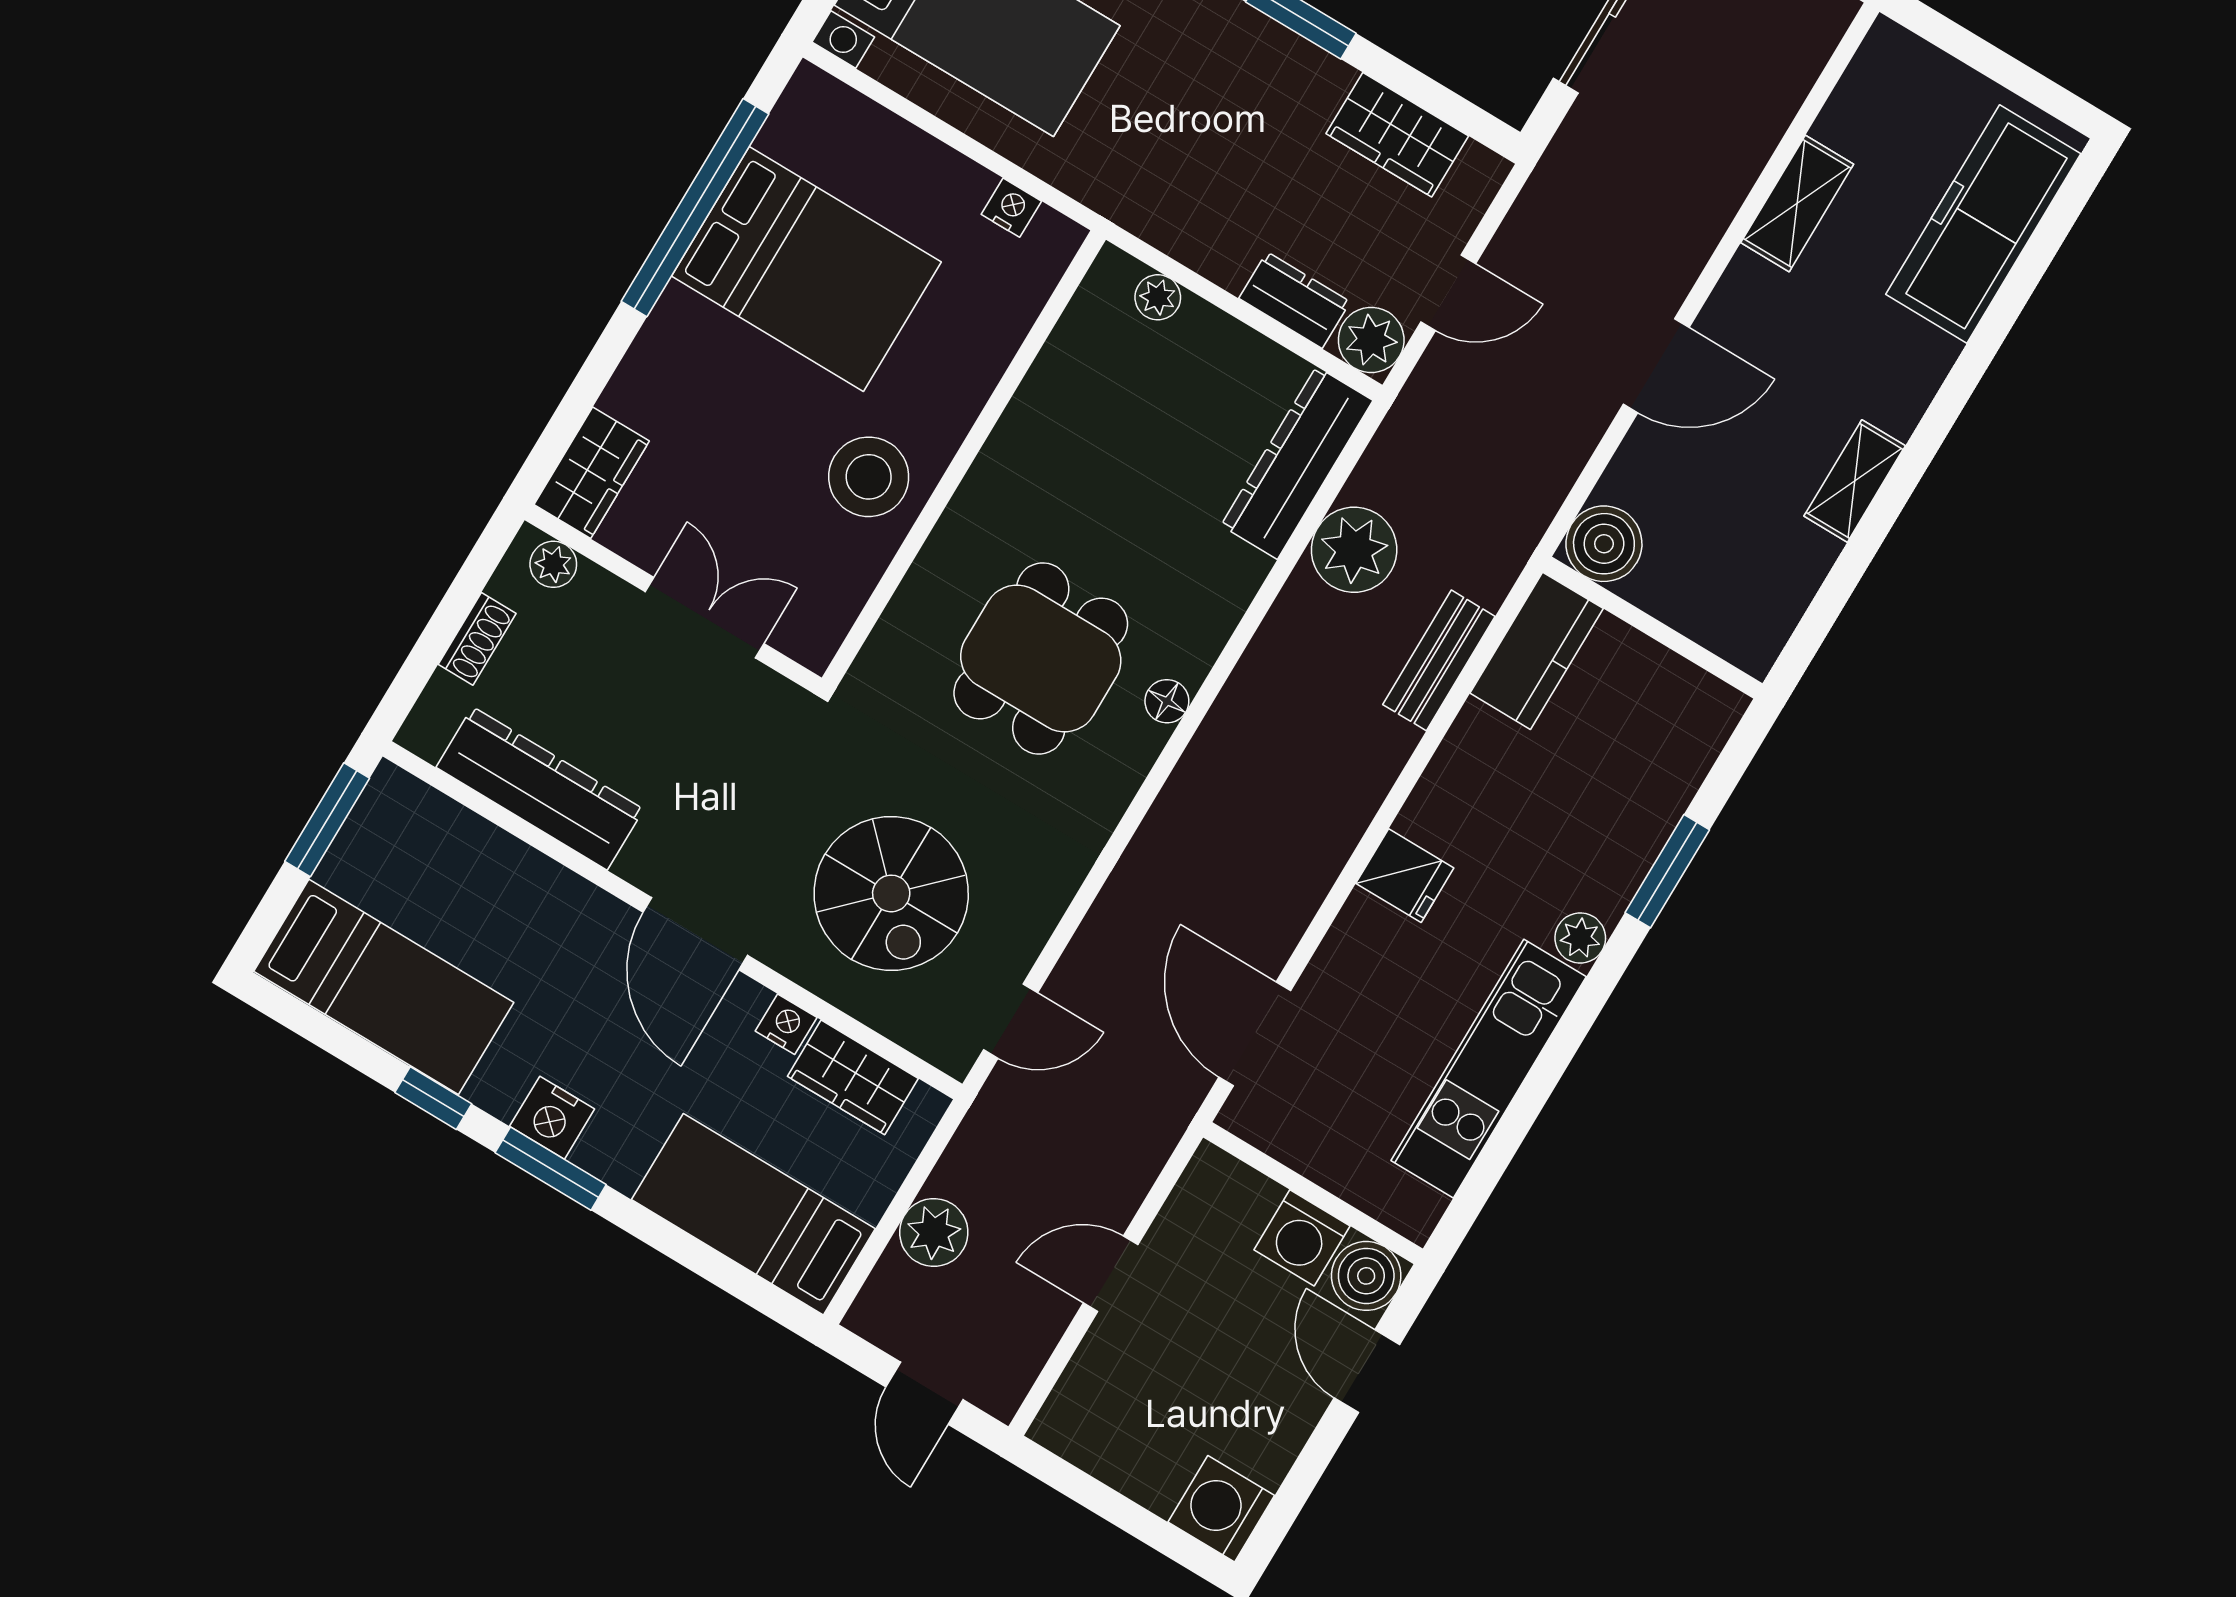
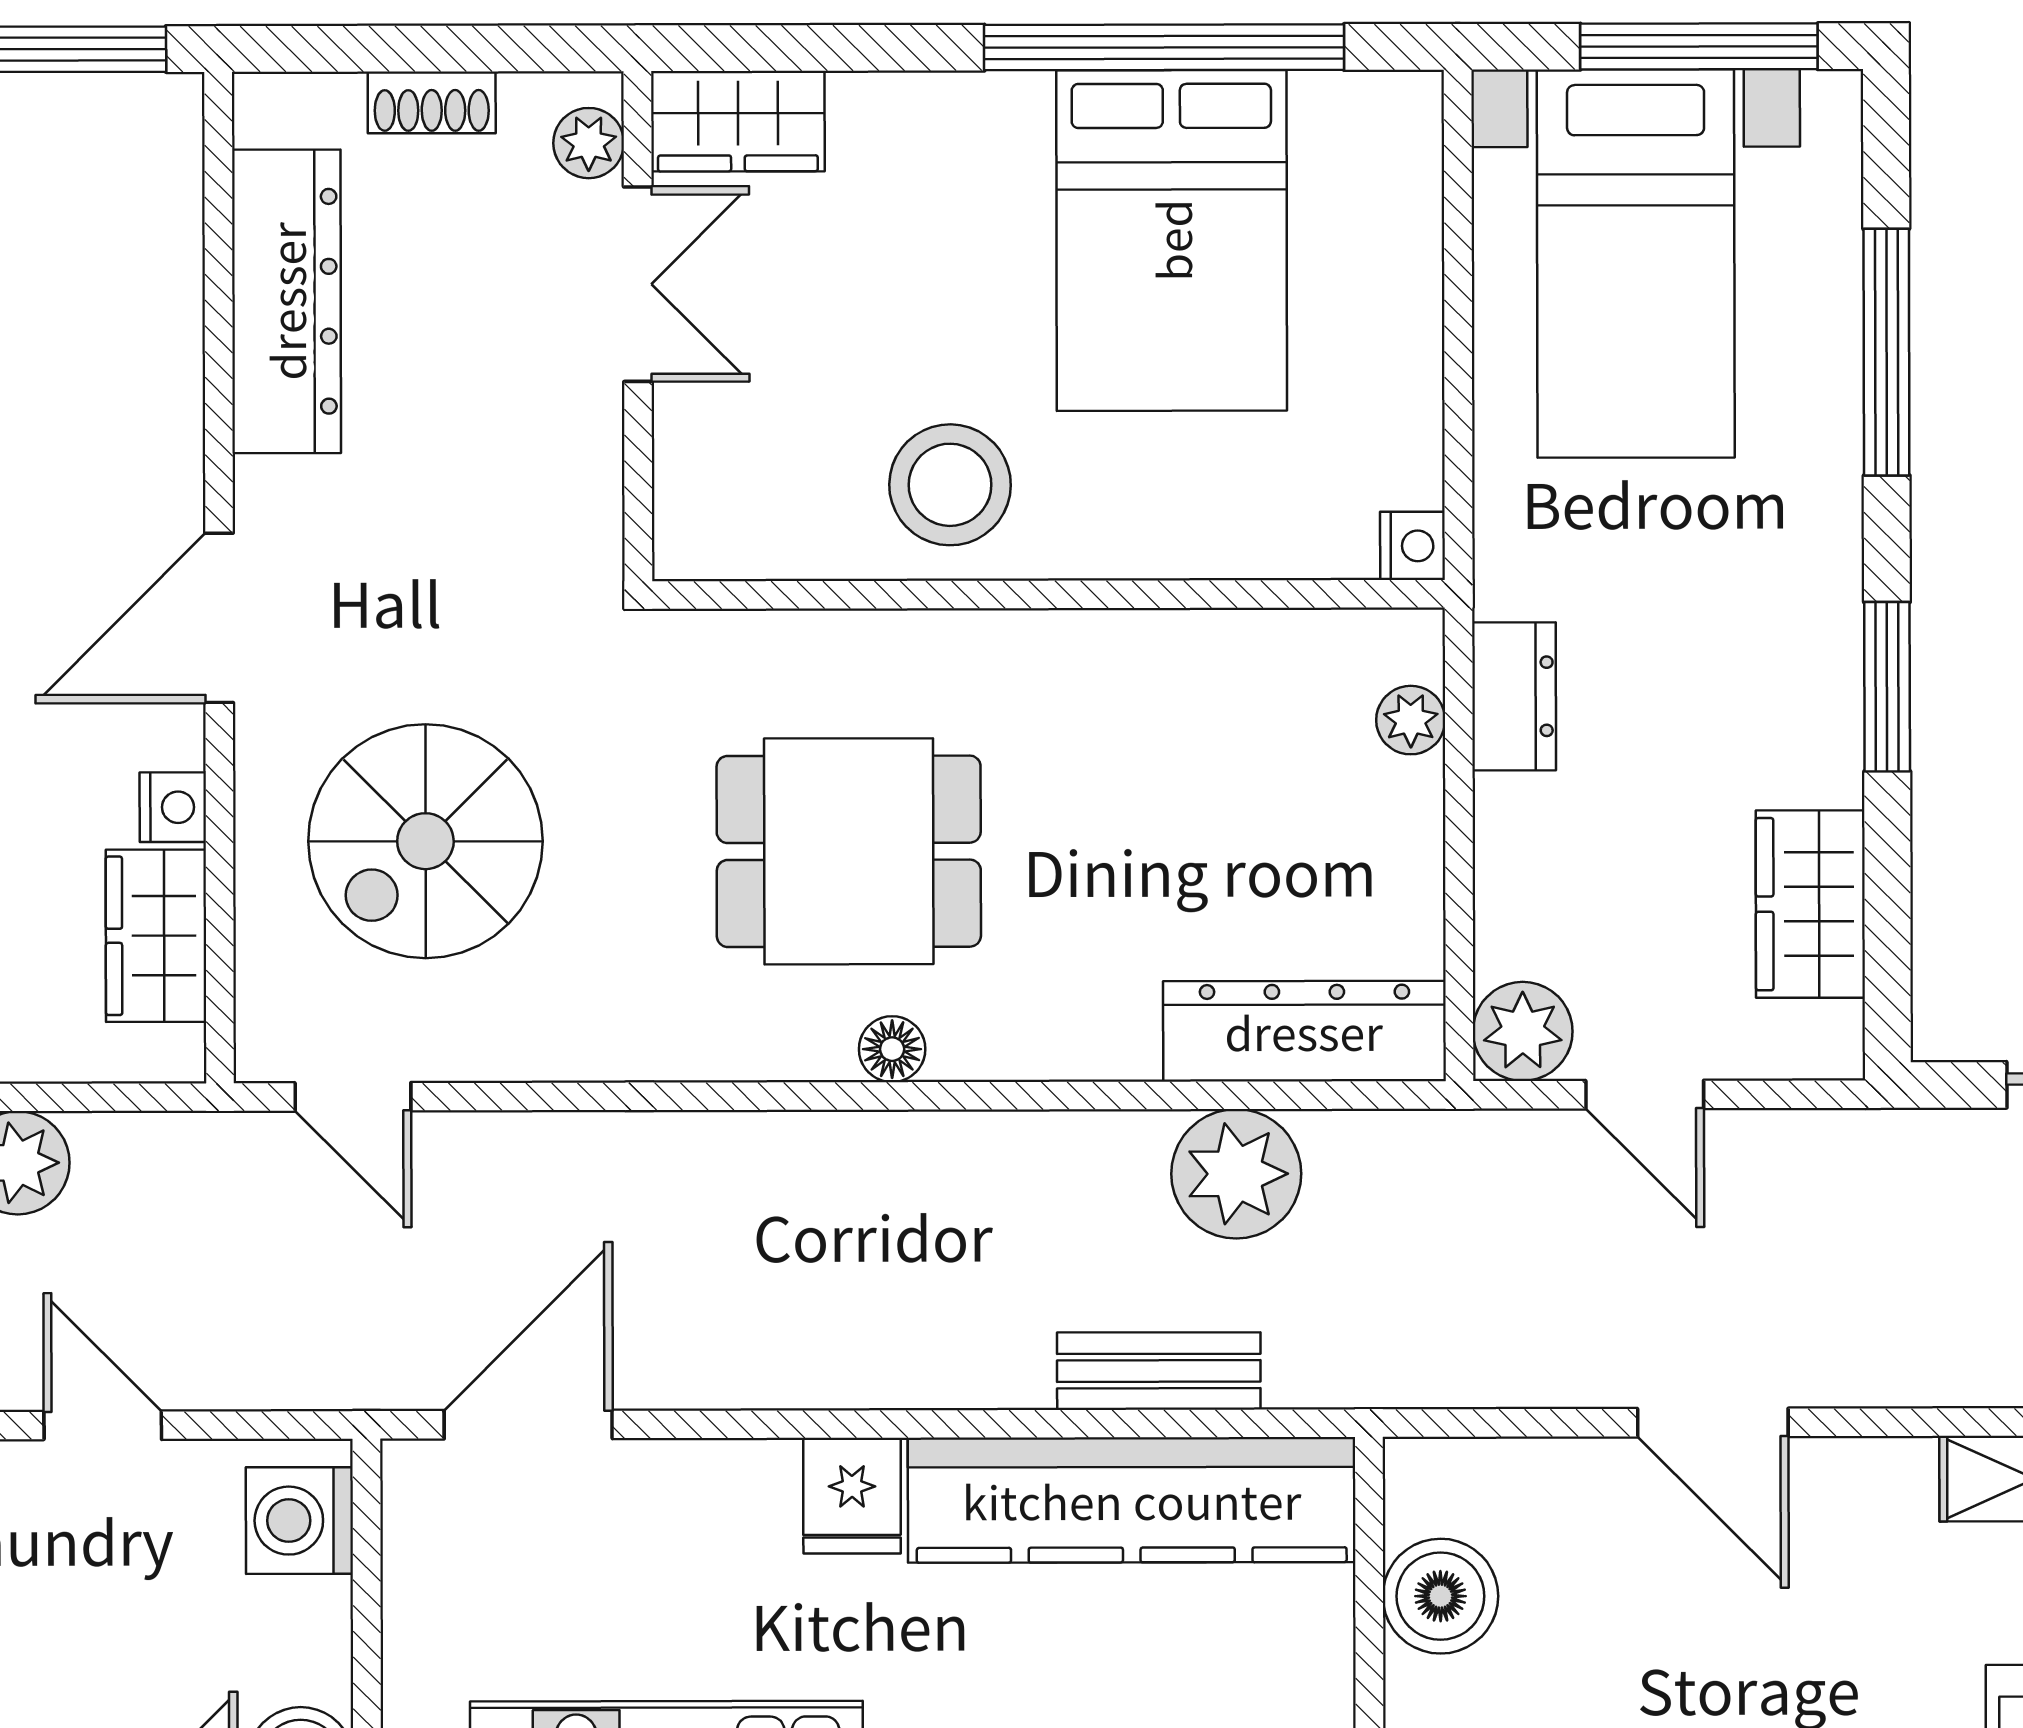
nightstand: (1011, 208) -> (1413, 546), moved
dresser: (1295, 300) -> (1514, 696), moved
boiler: (1604, 544) -> (1440, 1596), moved
double door: (705, 618) -> (638, 284), moved
kitchen counter: (1537, 651) -> (1132, 1500), width x2.08, depth x1.17
washing machine: (1302, 1238) -> (299, 1521), moved

